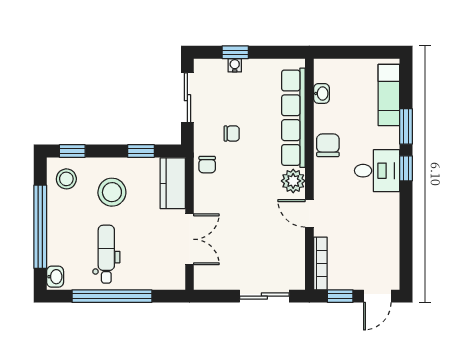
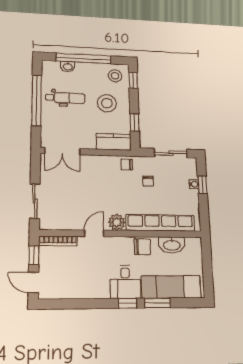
washbasin: (321, 93) -> (172, 245), width x1.91, depth x1.45
exam couch: (389, 95) -> (171, 287), width x1.36, depth x1.45
double door: (190, 239) -> (62, 151), moved
washbasin: (55, 277) -> (68, 67), moved

